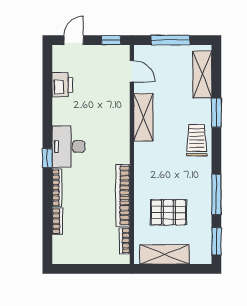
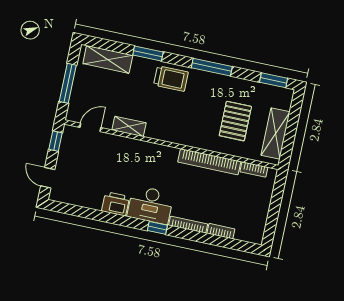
printer: (62, 85) -> (116, 204), moved
shelving: (143, 117) -> (129, 126), width x0.67, depth x0.75
trolley: (197, 140) -> (171, 79), turned 180
window: (216, 194) -> (212, 67), moved

